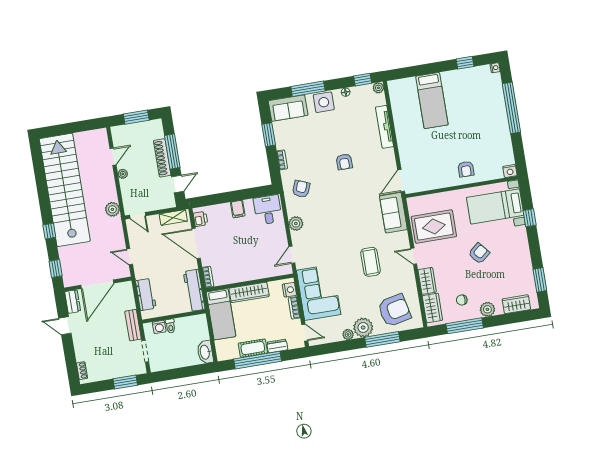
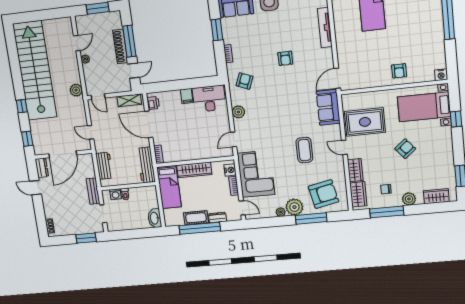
desk: (268, 210) -> (209, 99), width x1.37

